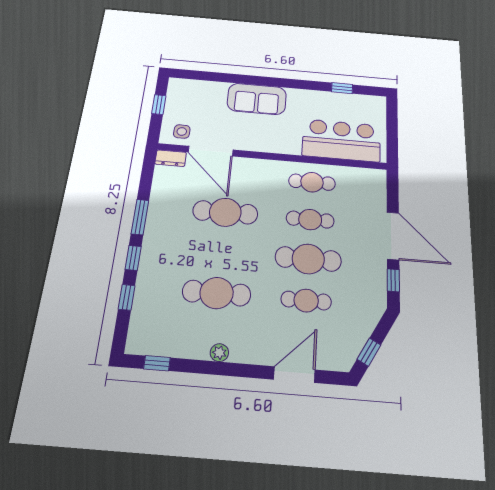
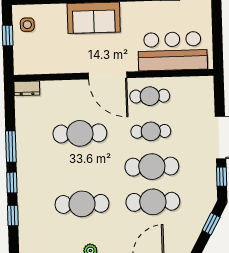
side table: (182, 131) -> (27, 25), moved
door: (211, 151) -> (108, 75), moved
cafe table: (306, 301) -> (153, 202), width x1.37, depth x1.35
window: (369, 352) -> (211, 224), moved

